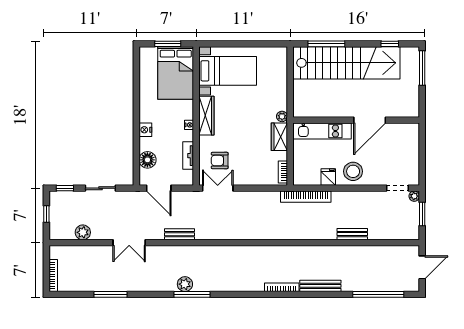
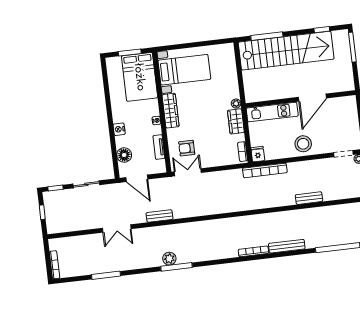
fridge: (328, 177) -> (258, 154), moved
plant: (83, 232) -> (76, 224), removed

